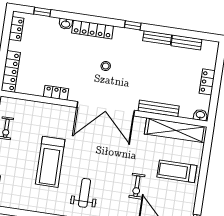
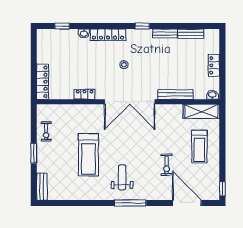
locker: (16, 29) -> (42, 44), removed
shelving: (176, 130) -> (201, 111), width x0.68
treadmill: (177, 171) -> (199, 147), turned -90

